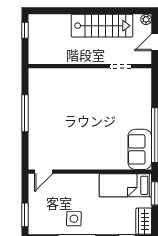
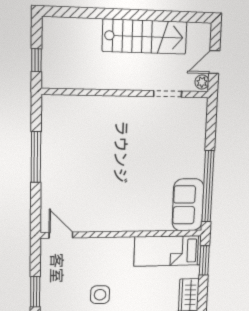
plant: (146, 19) -> (202, 82), moved
window: (25, 30) -> (36, 60), moved
door: (44, 172) -> (61, 235), swing flipped

